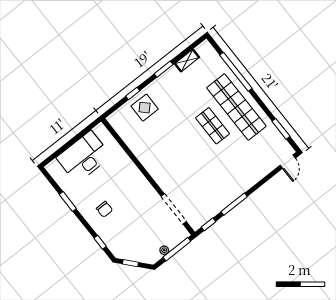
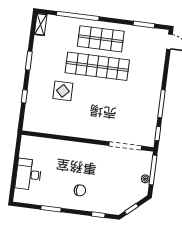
shelving: (187, 61) -> (41, 24), moved
shop shelf: (236, 107) -> (101, 39), width x0.71
display table: (145, 108) -> (63, 91), moved
shop shelf: (213, 126) -> (97, 66), width x2.00, depth x1.36
desk: (84, 157) -> (29, 174), width x0.73, depth x0.77

